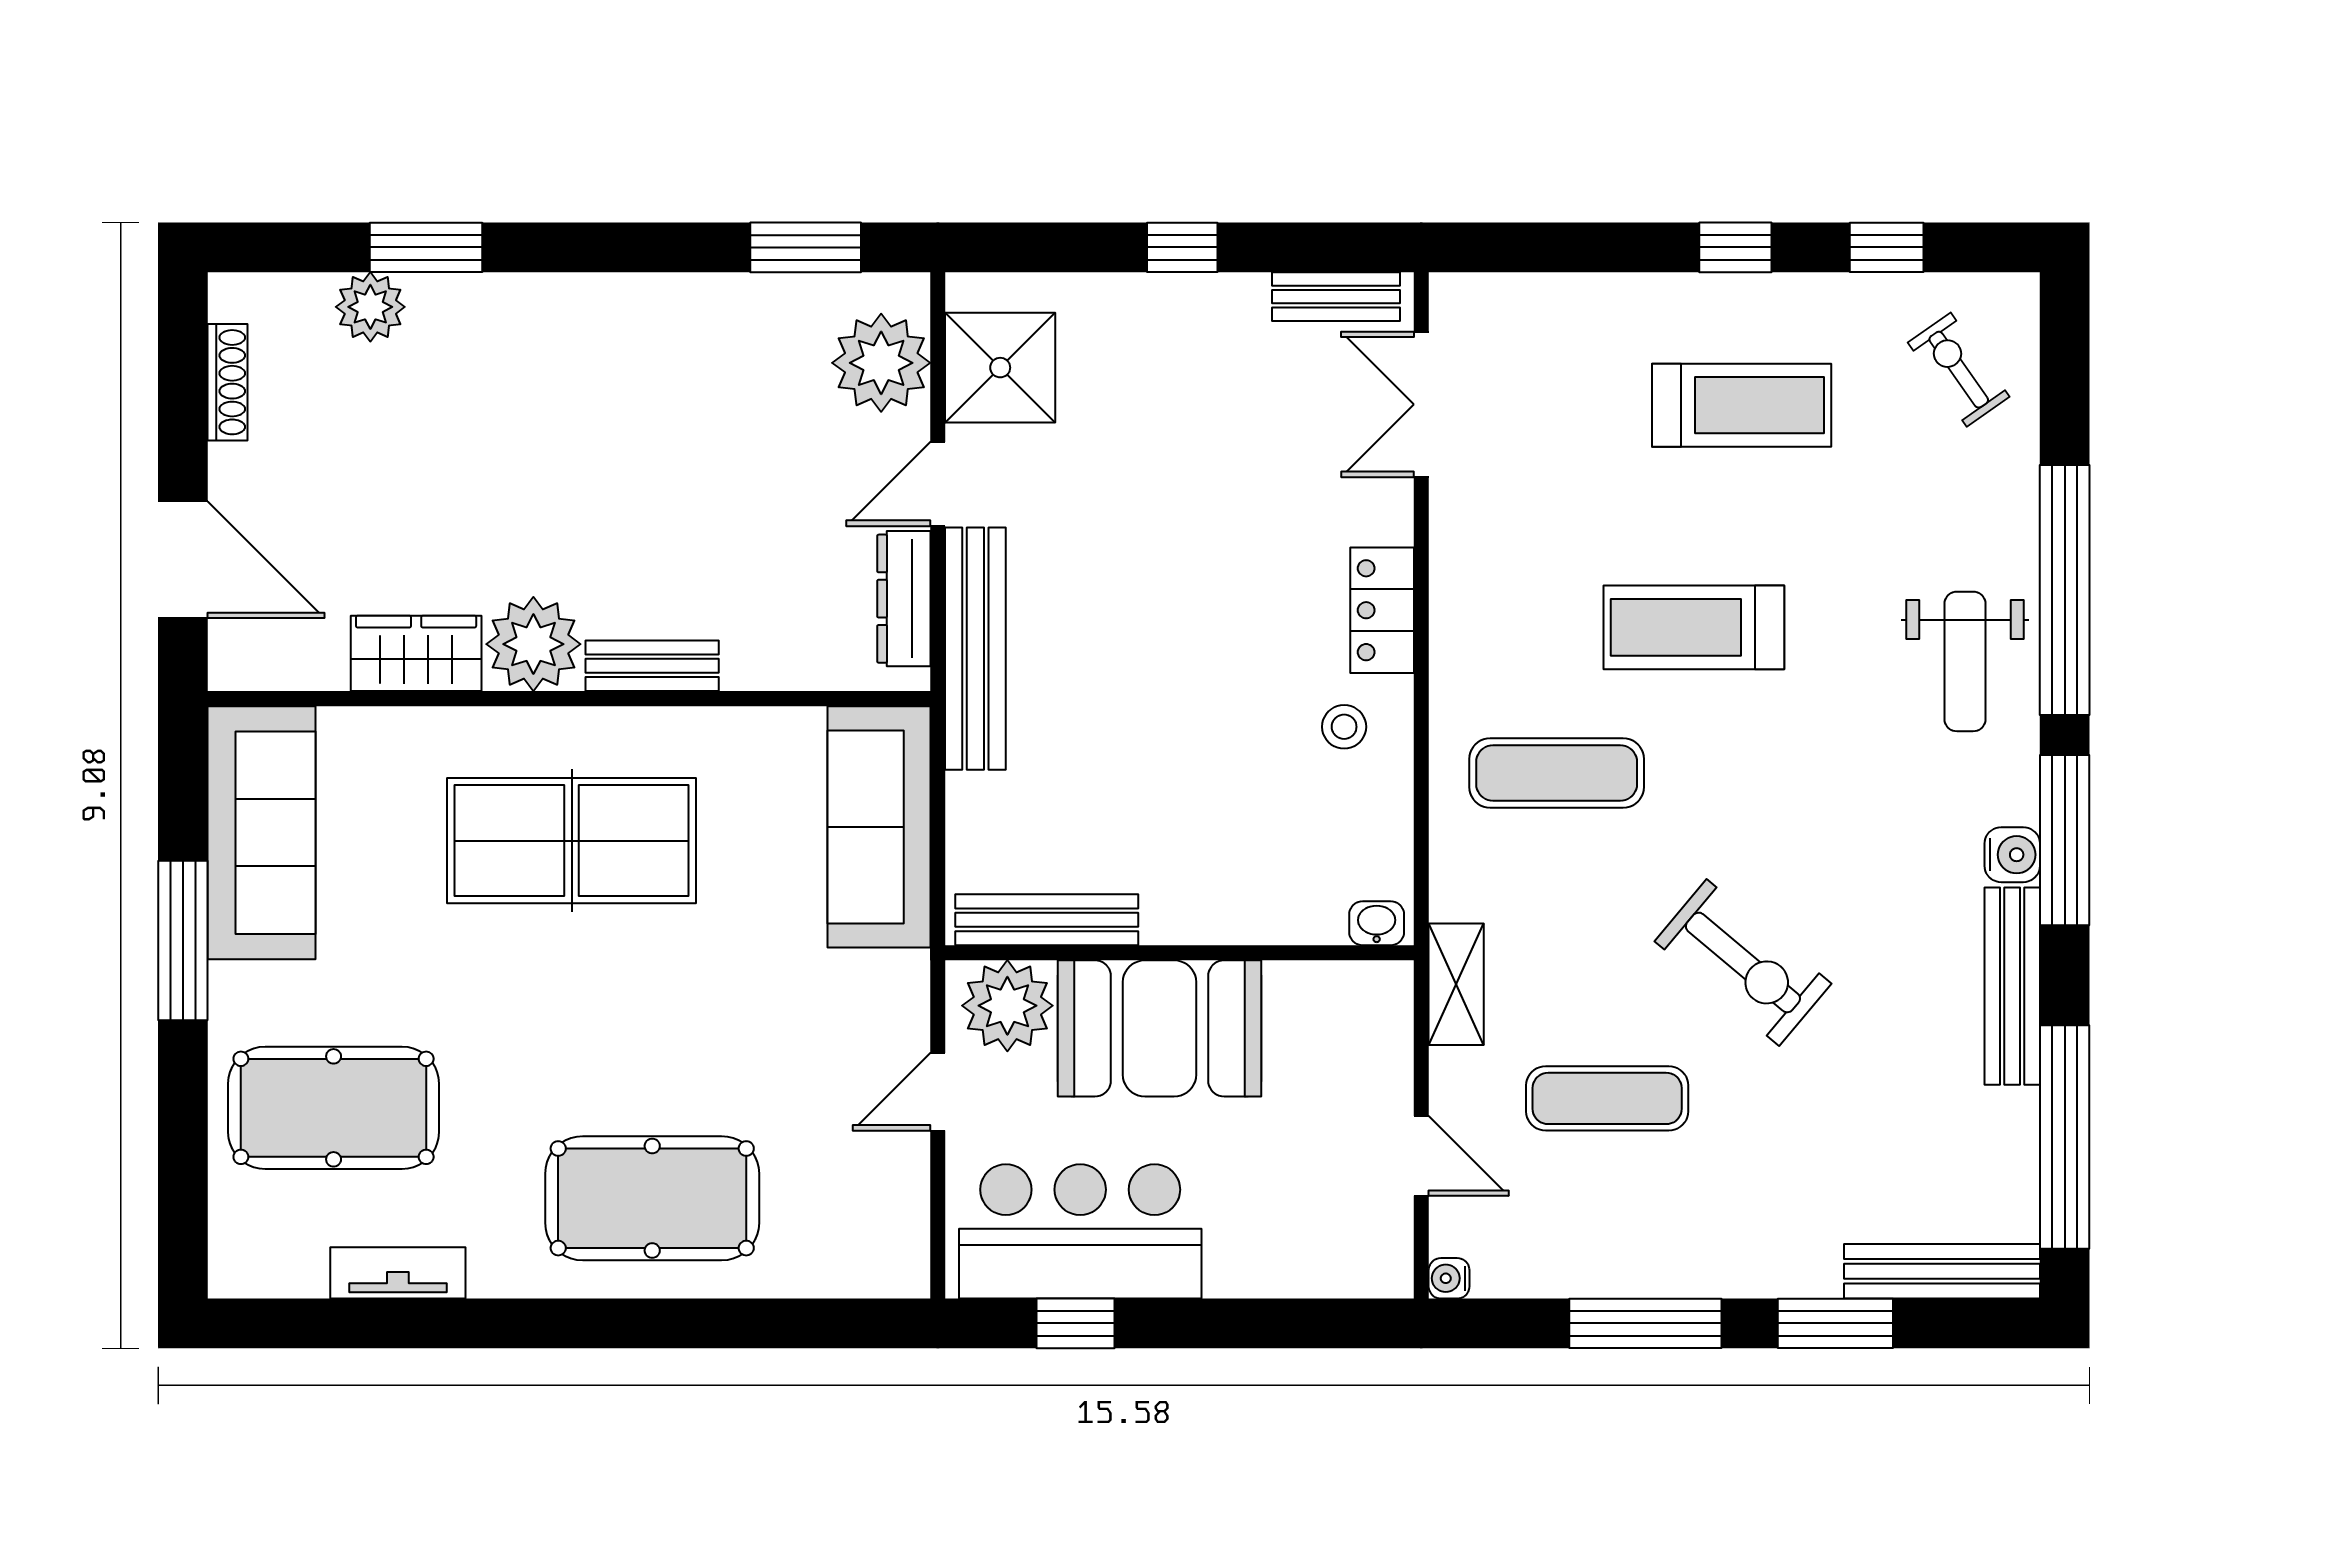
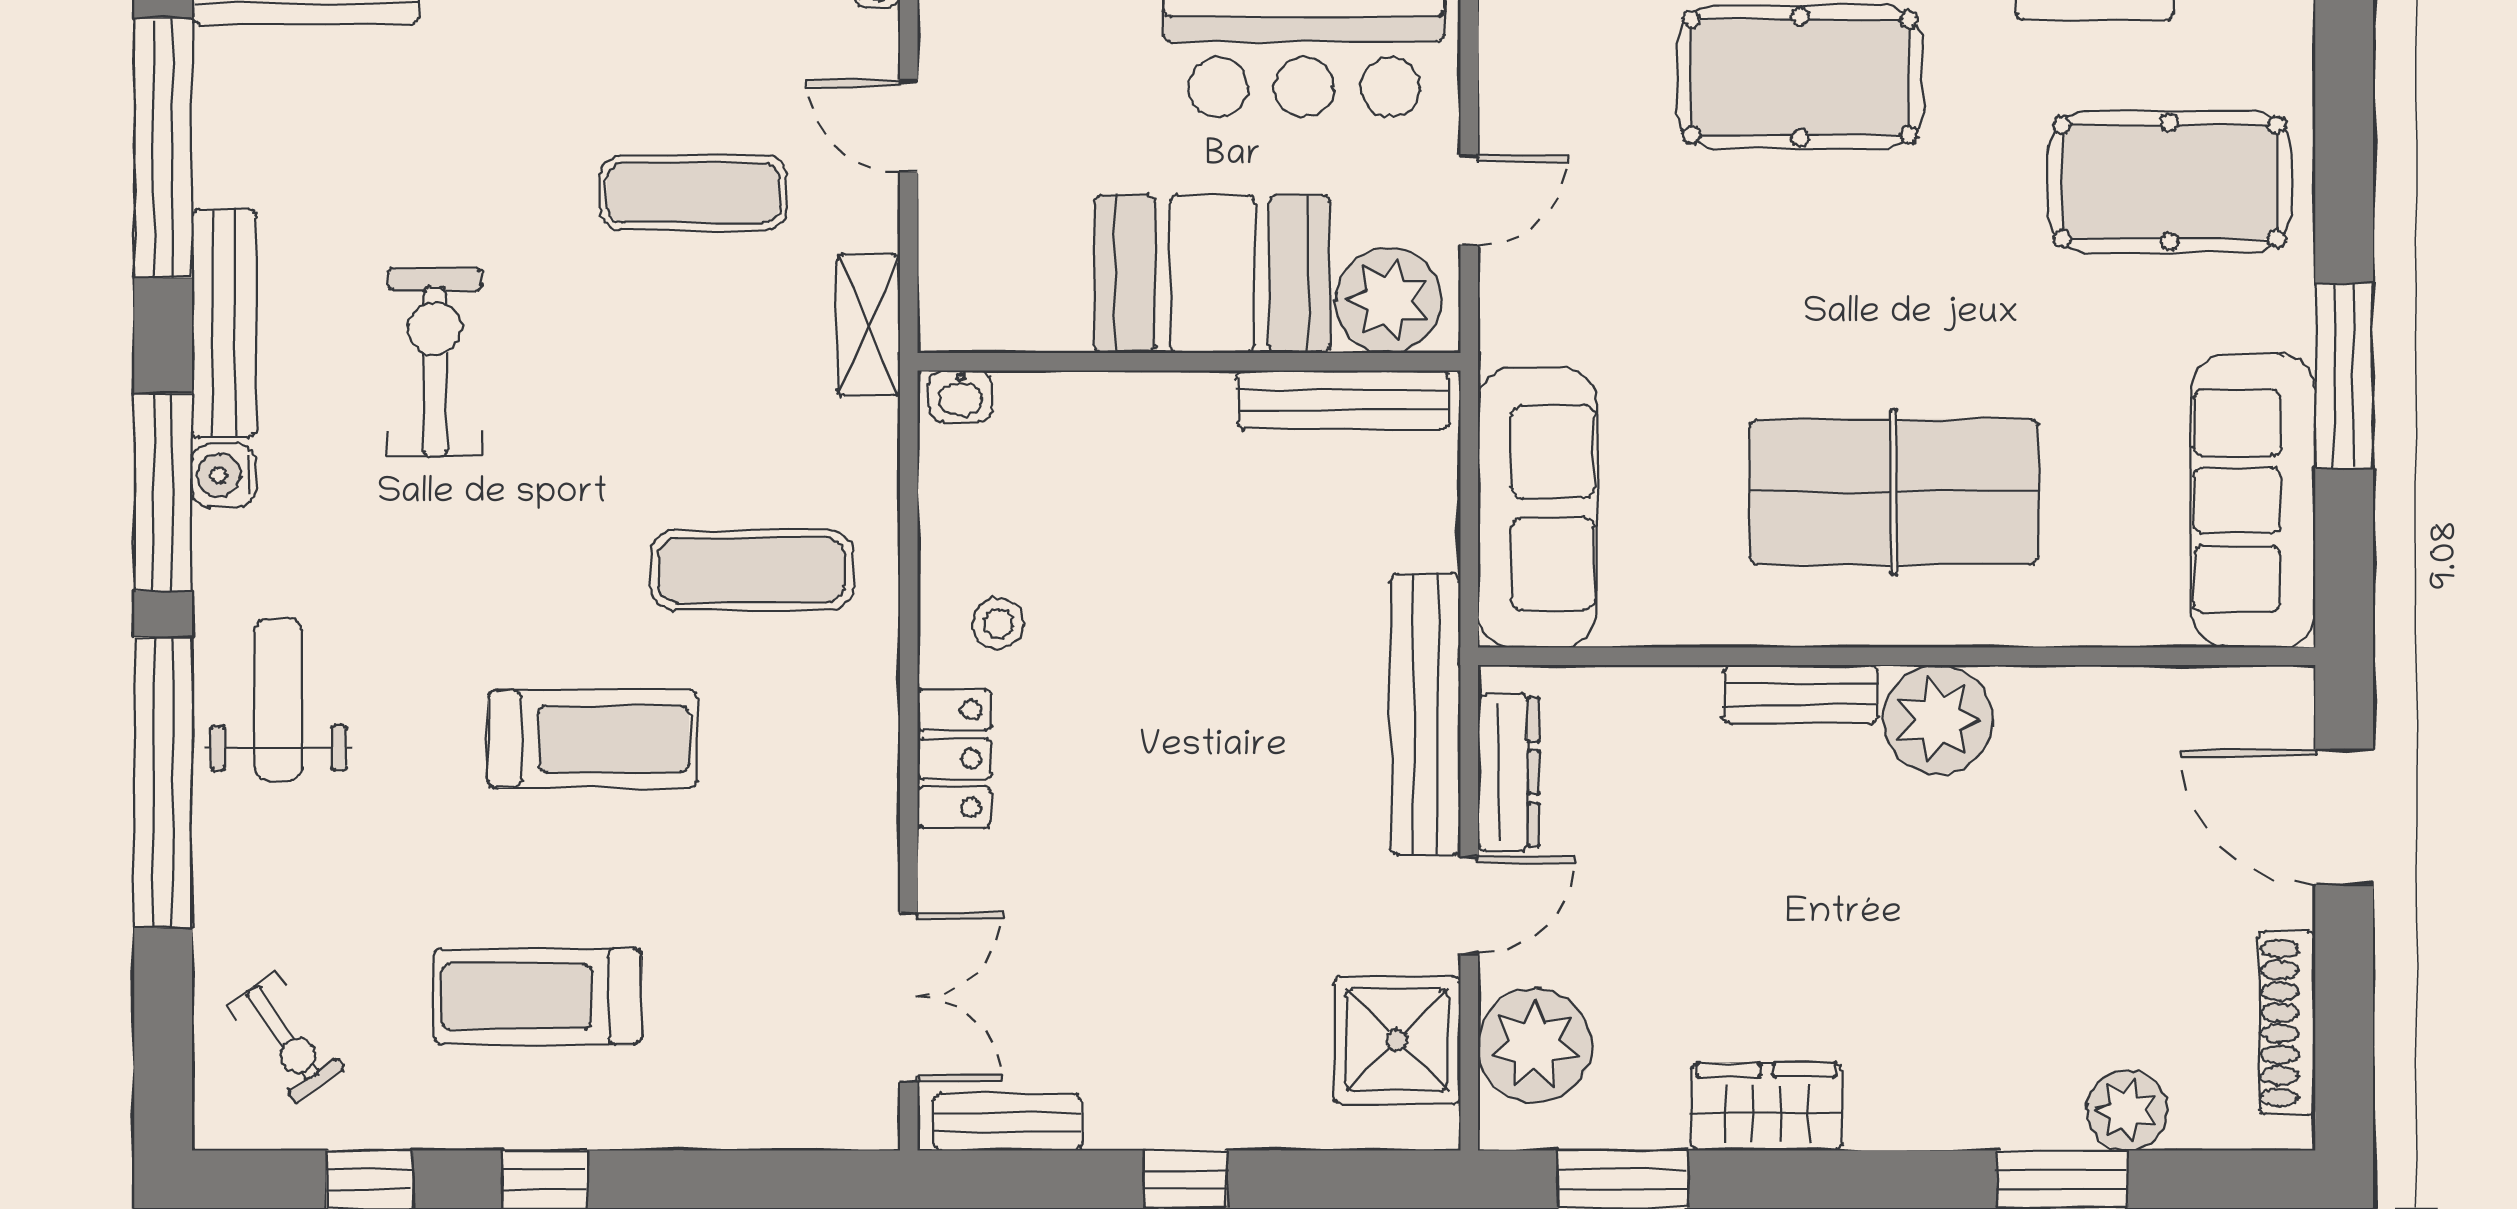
shoe rack: (227, 382) -> (2287, 1023), width x1.36, depth x1.24
wardrobe: (416, 653) -> (1767, 1107), moved, turned 180
exercise bike: (1743, 962) -> (435, 363), moved, turned 50

